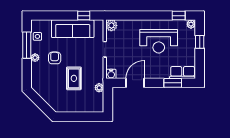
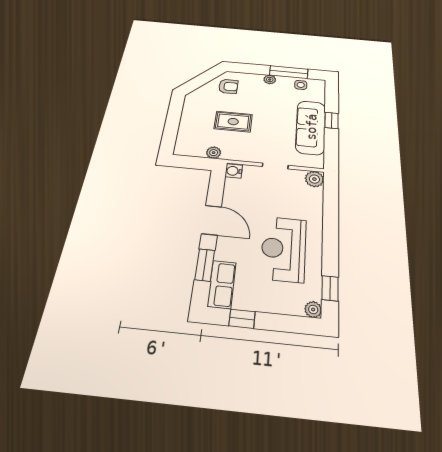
window: (84, 16) -> (331, 120), moved
window: (200, 42) -> (242, 319), moved
armchair: (55, 58) -> (228, 86), moved
door: (135, 83) -> (211, 220), moved

